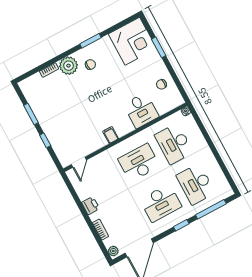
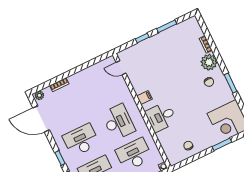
desk: (141, 110) -> (161, 117), moved
desk: (161, 203) -> (81, 140), turned 90
printer: (90, 206) -> (81, 77), removed

